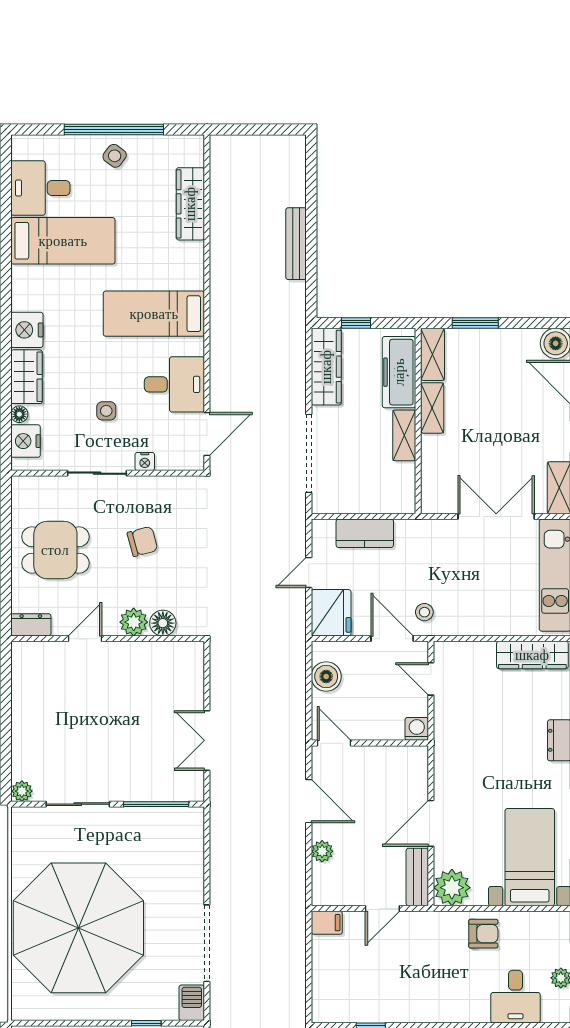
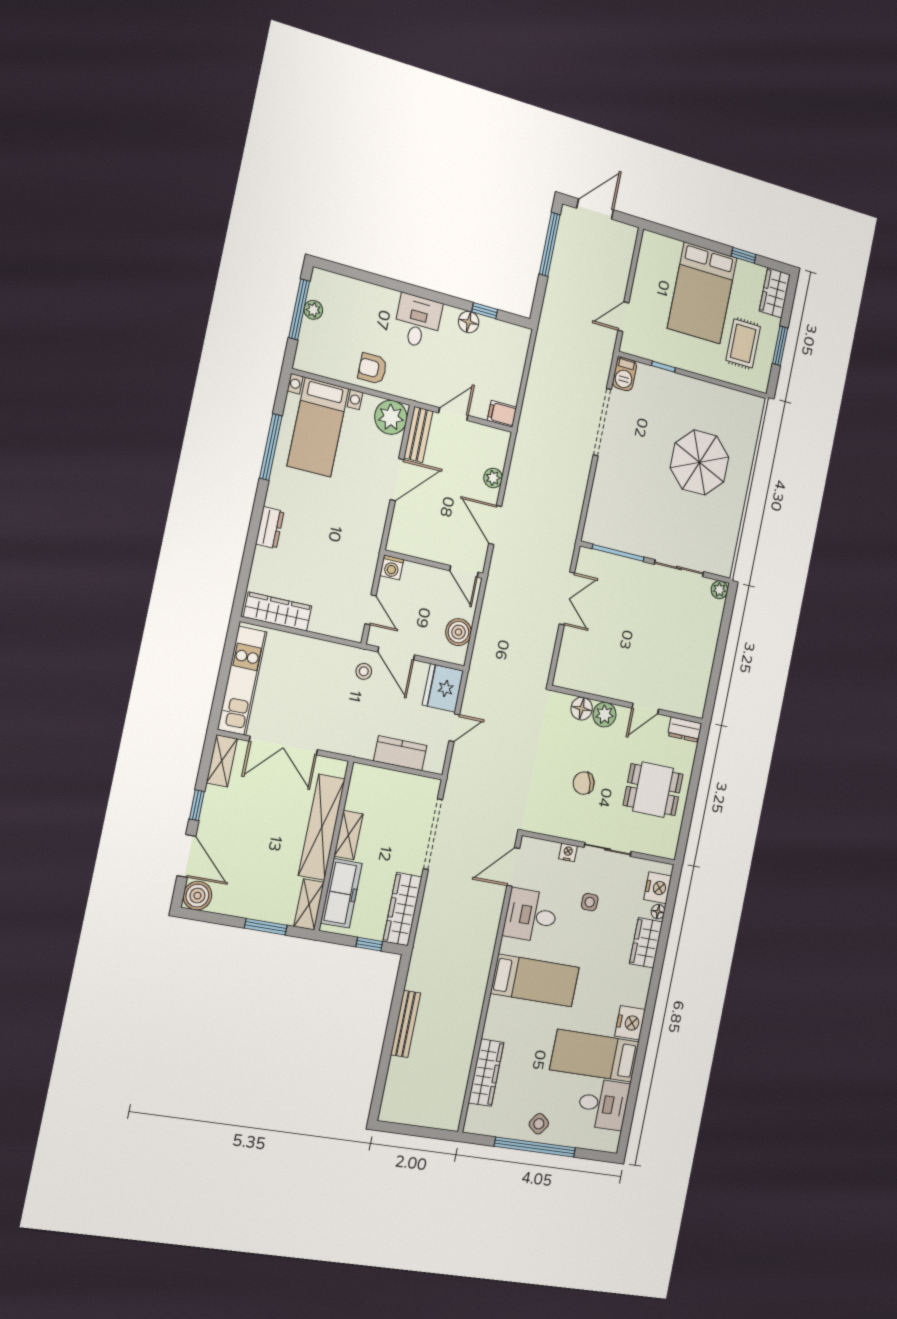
nightstand: (27, 330) -> (630, 1023), moved
shelving: (432, 408) -> (322, 827), width x2.20, depth x1.33
parasol: (78, 928) -> (699, 462), width x0.54, depth x0.54
desk: (516, 997) -> (418, 321), moved
floor lamp: (386, 1011) -> (469, 322), added

